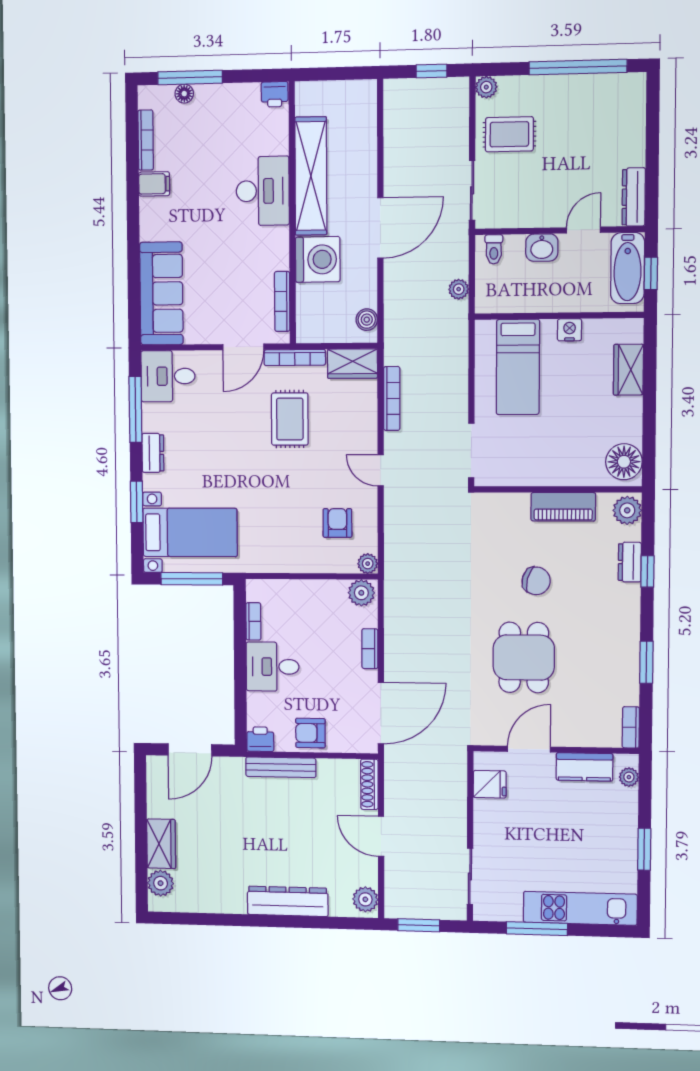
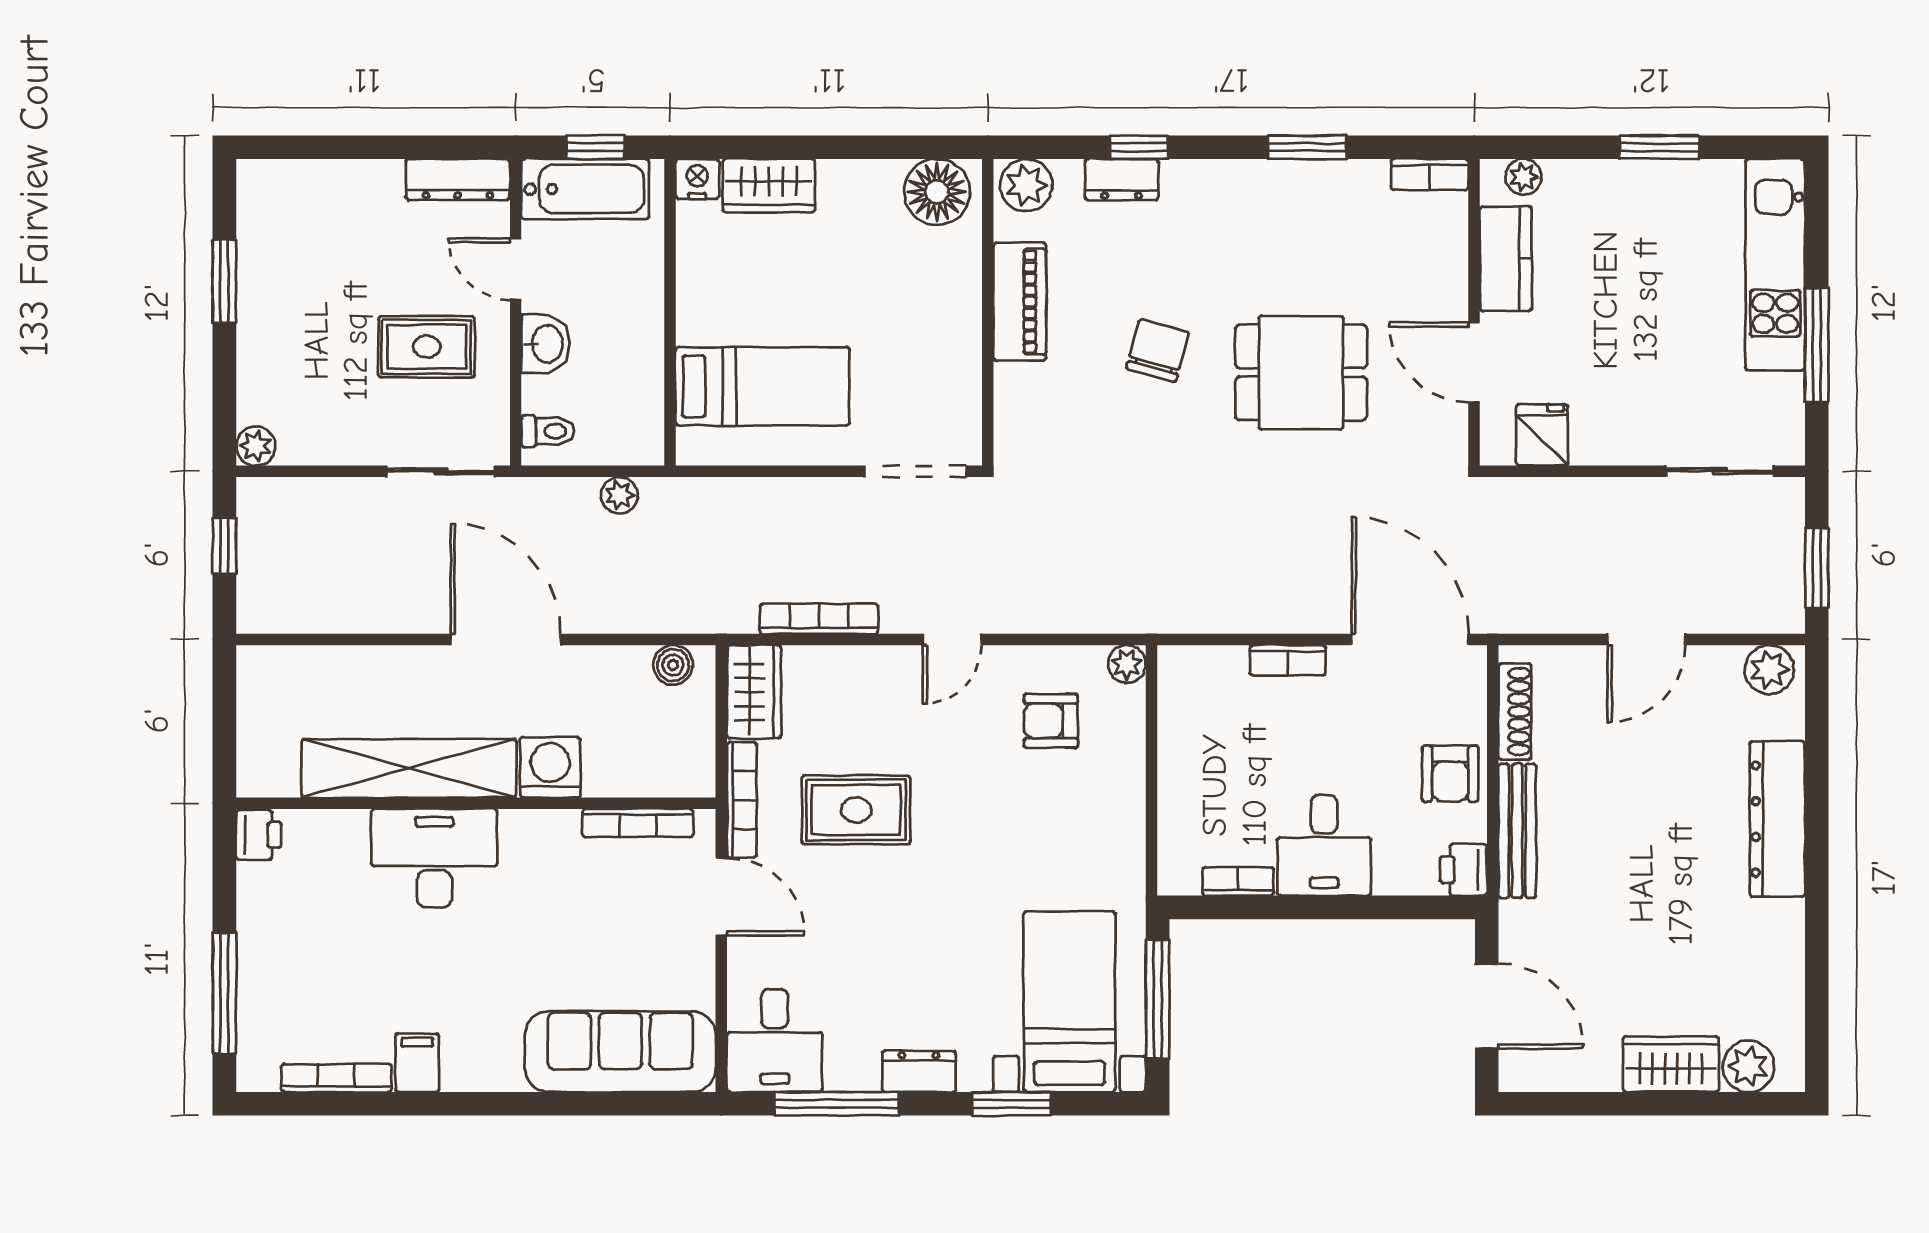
window: (578, 67) -> (224, 281), width x0.47
floor lamp: (184, 94) -> (253, 1004), removed
rug: (509, 134) -> (427, 347), moved, turned 90
washing machine: (318, 259) -> (550, 767), width x0.73, depth x0.73
nightstand: (570, 330) -> (697, 179), moved, turned 90
plant: (361, 593) -> (1182, 676), removed
shoe rack: (369, 784) -> (1515, 712), moved, turned -90

